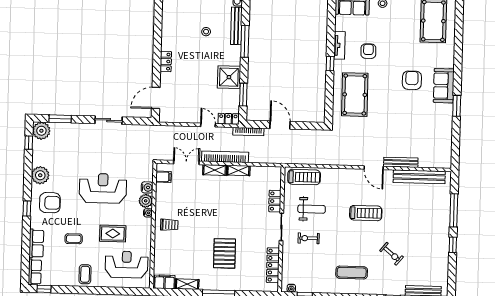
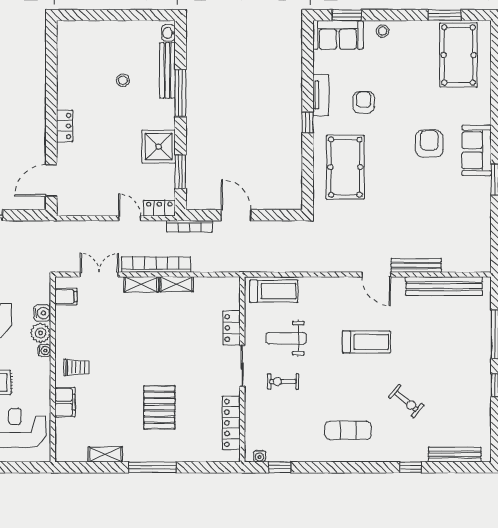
weight bench: (312, 209) -> (286, 338), turned 180
filing cabinet: (165, 282) -> (65, 402), moved, turned 90

